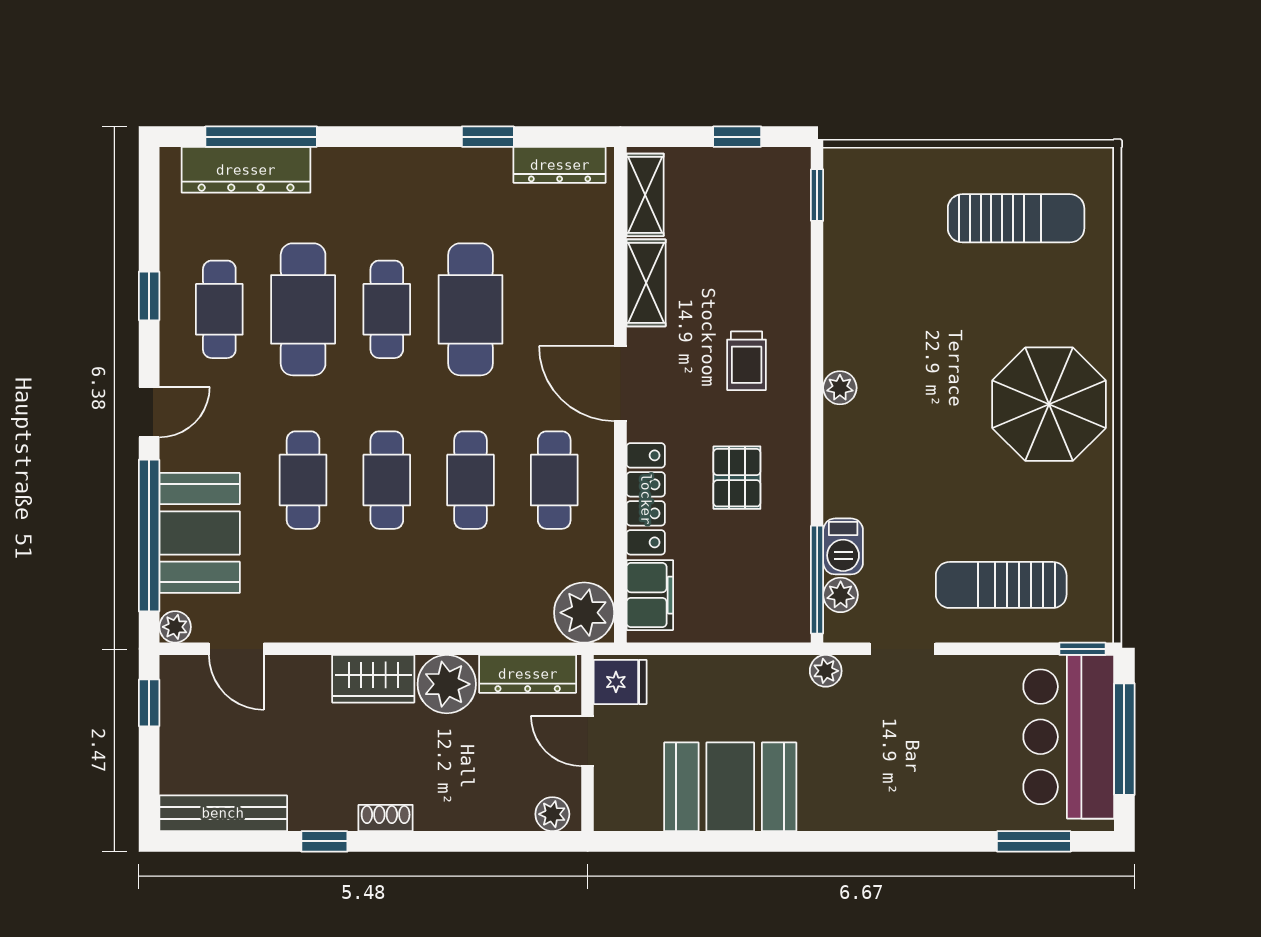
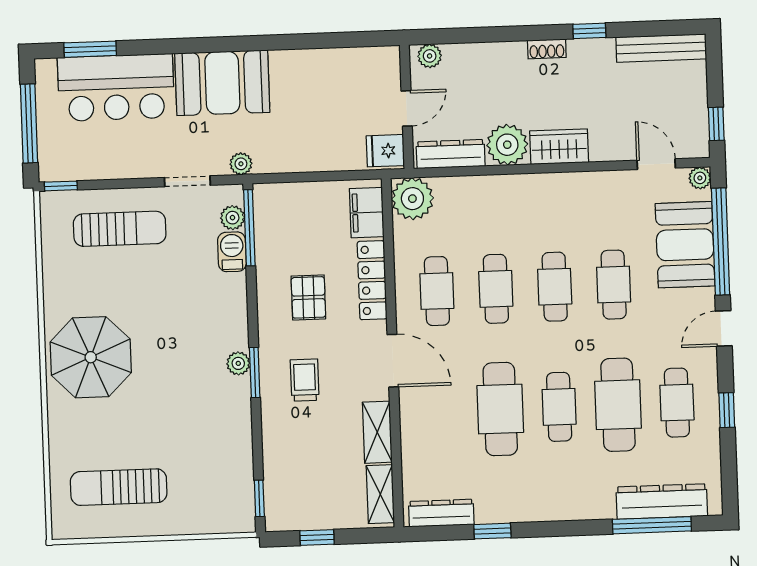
window: (817, 374) -> (255, 372), added
bar counter: (1069, 737) -> (116, 87), moved, turned 90
door: (588, 741) -> (407, 108), hinge flipped
booth: (730, 787) -> (222, 83), moved

